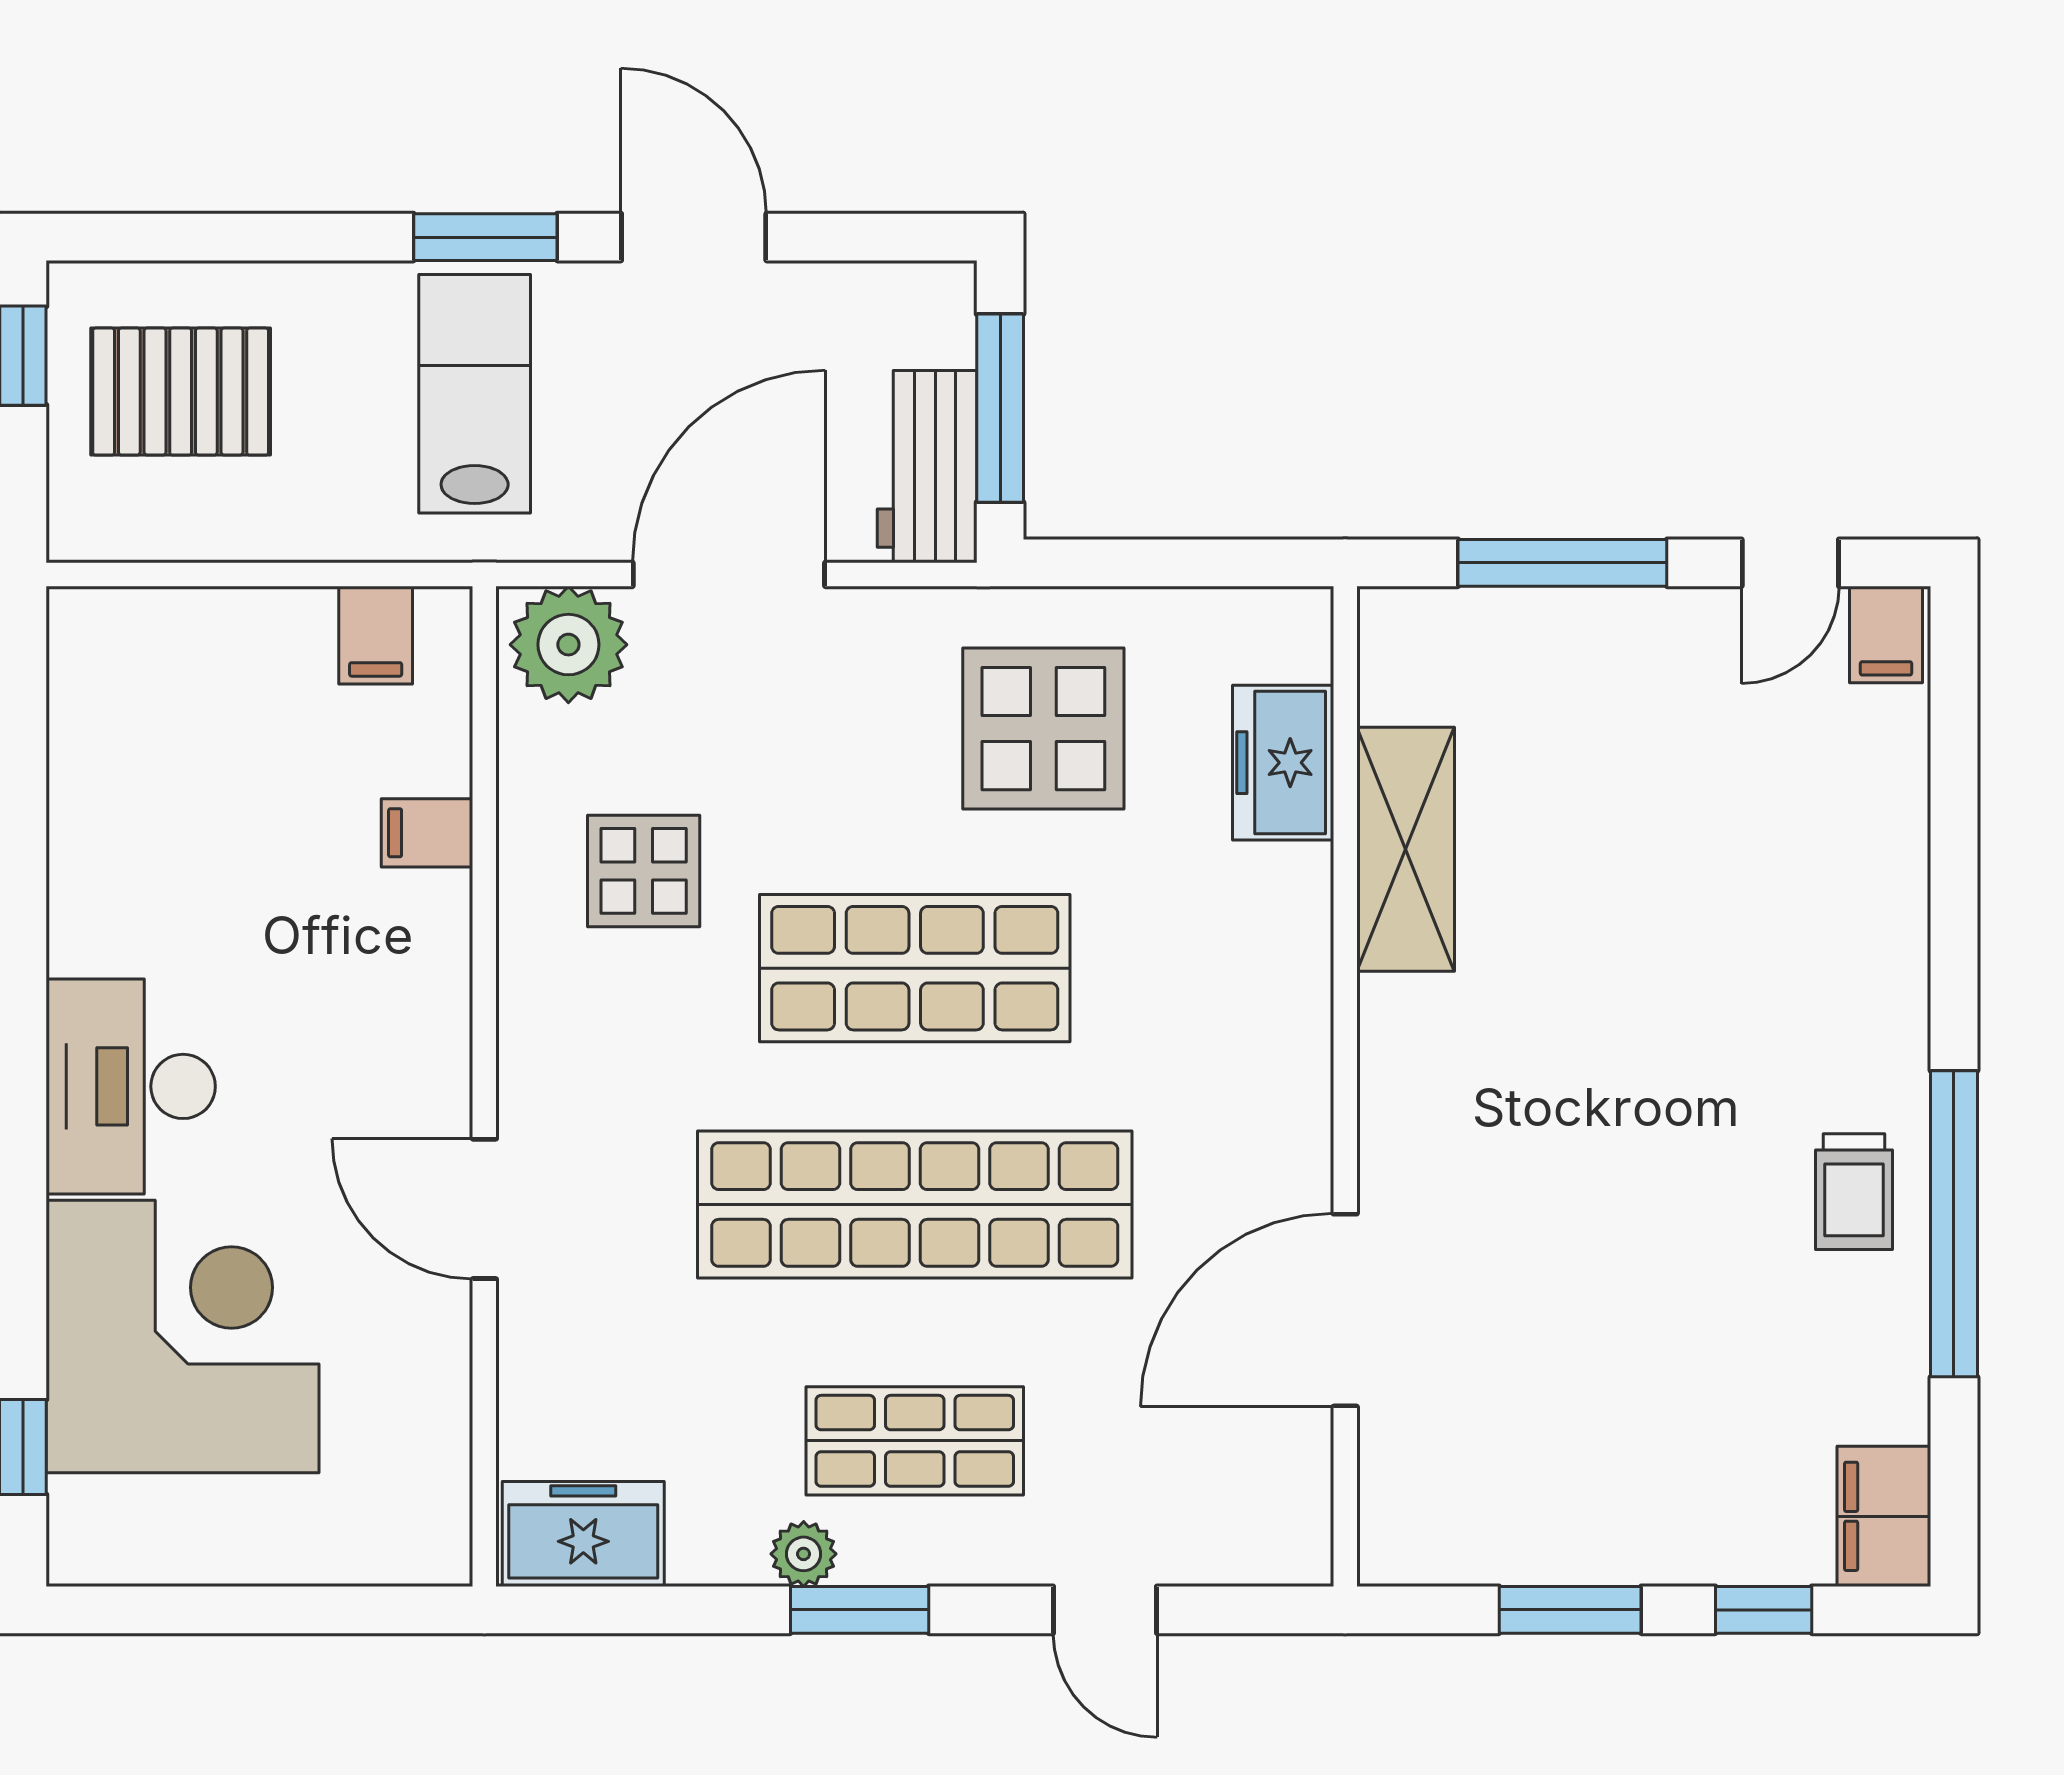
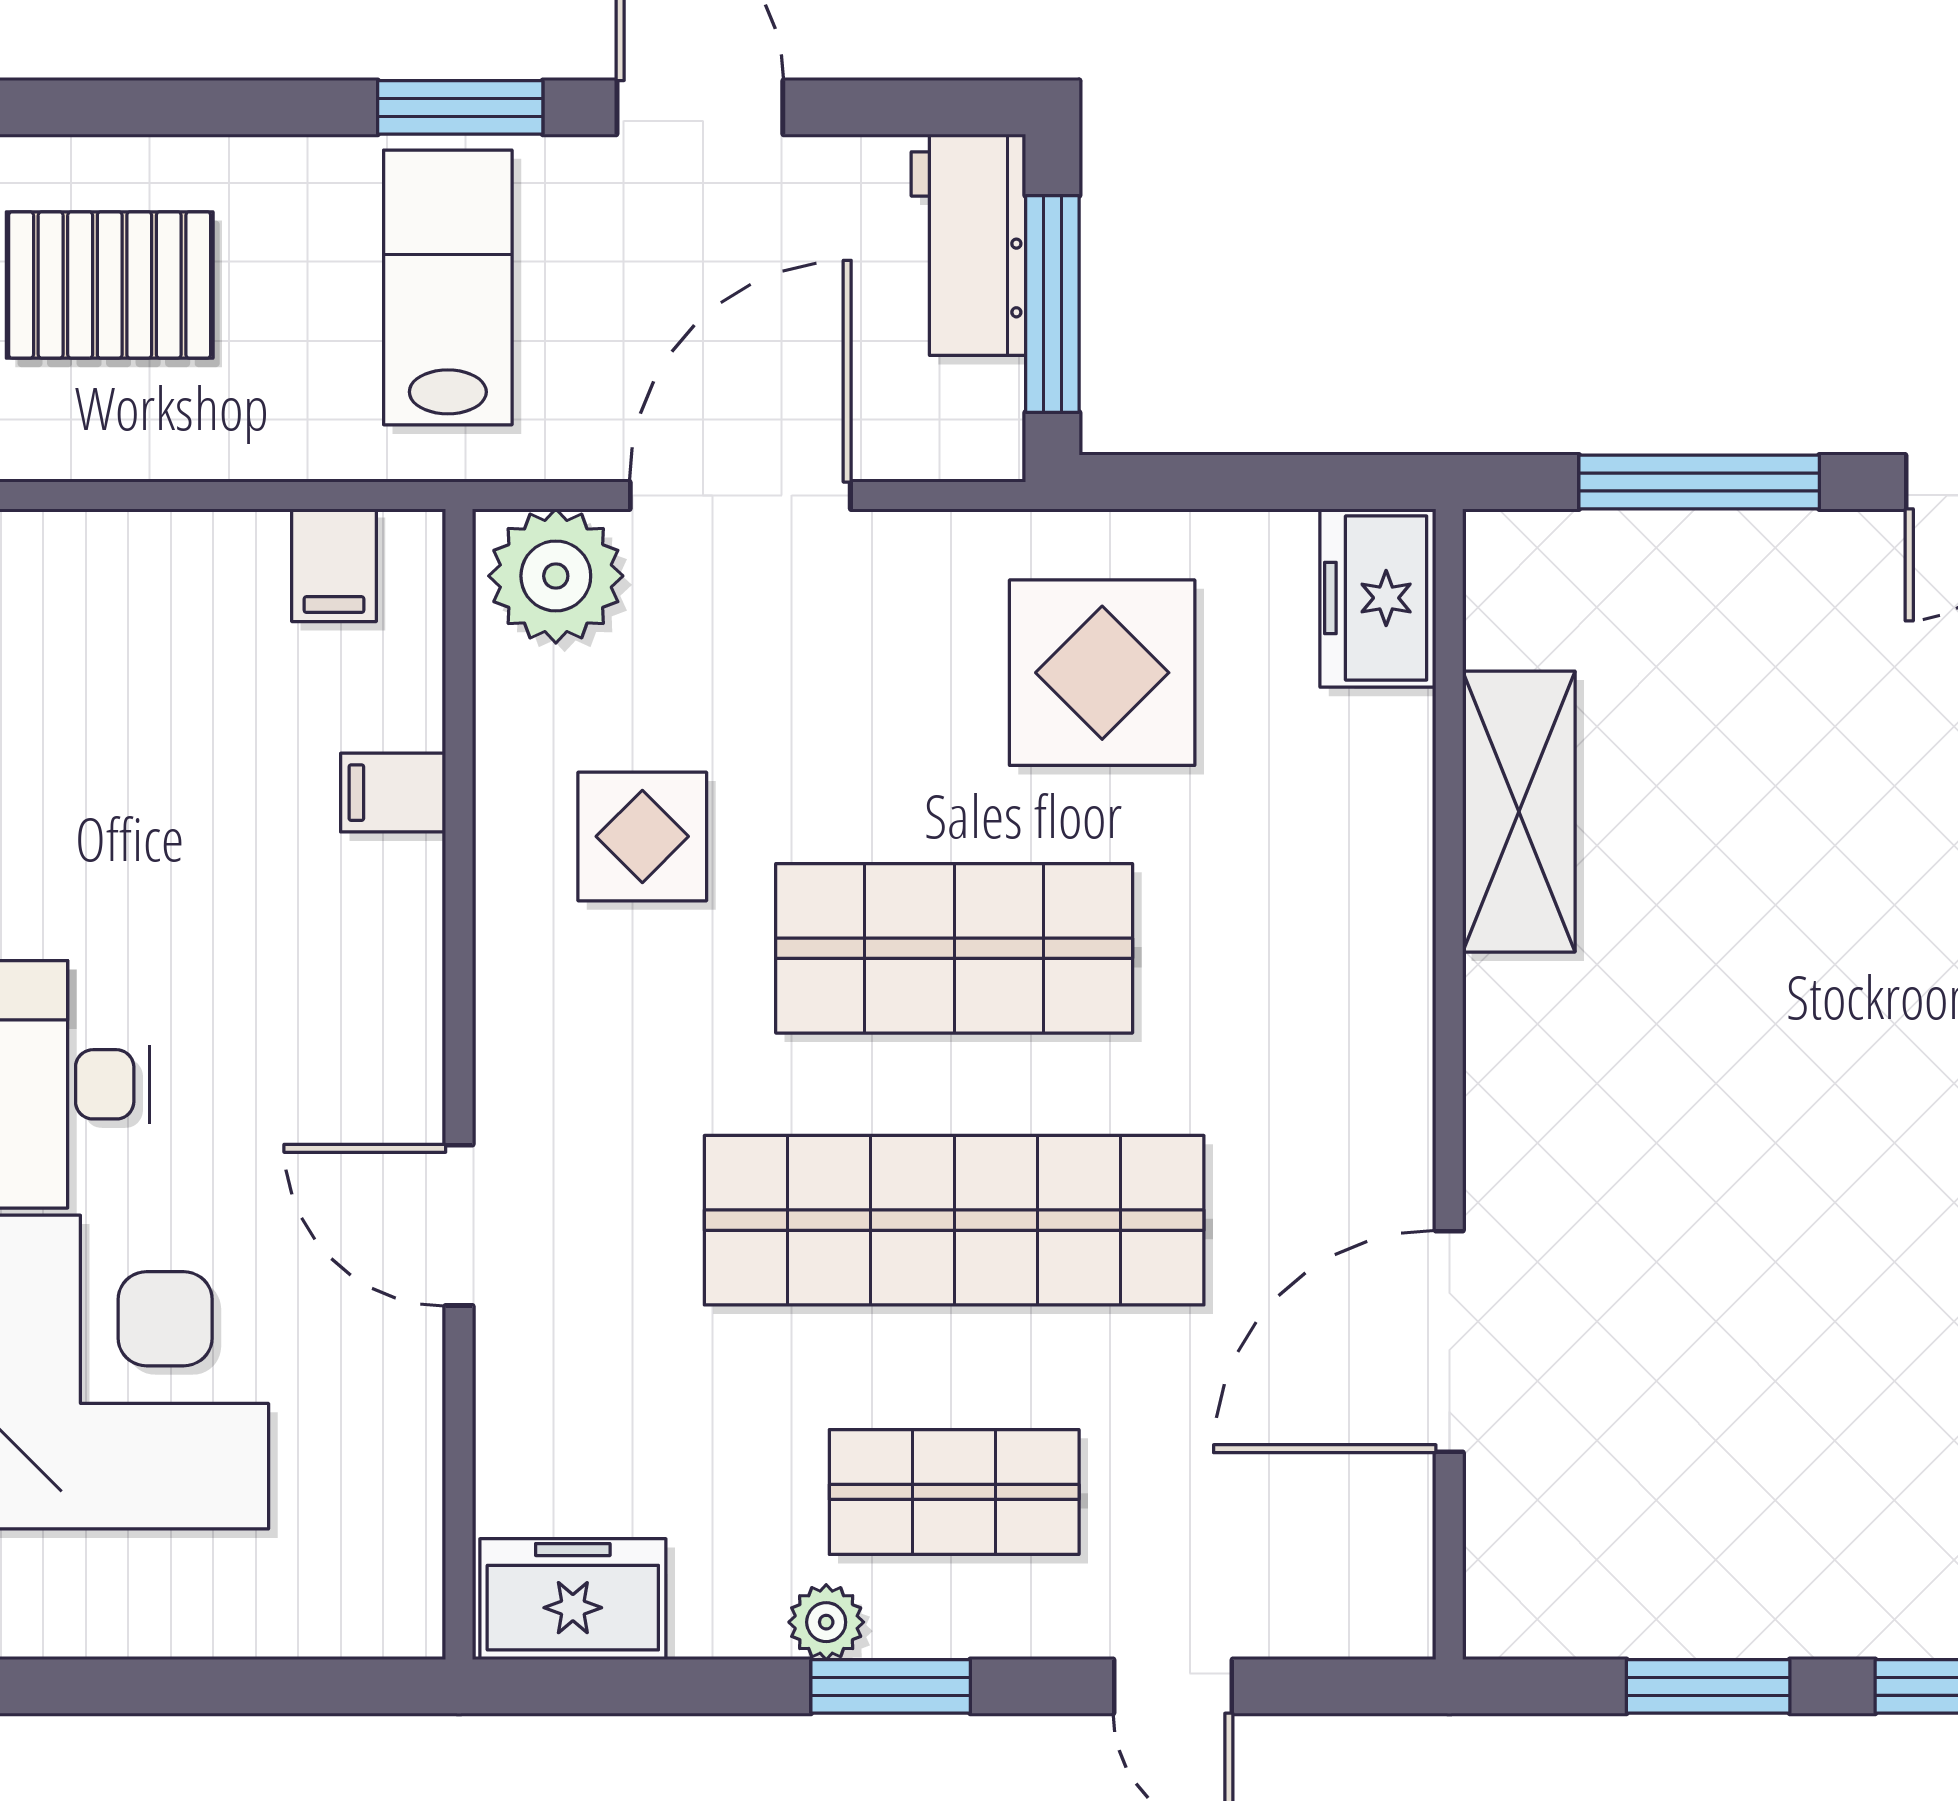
workbench: (927, 467) -> (968, 245), moved
freezer: (1283, 763) -> (1378, 598), moved

